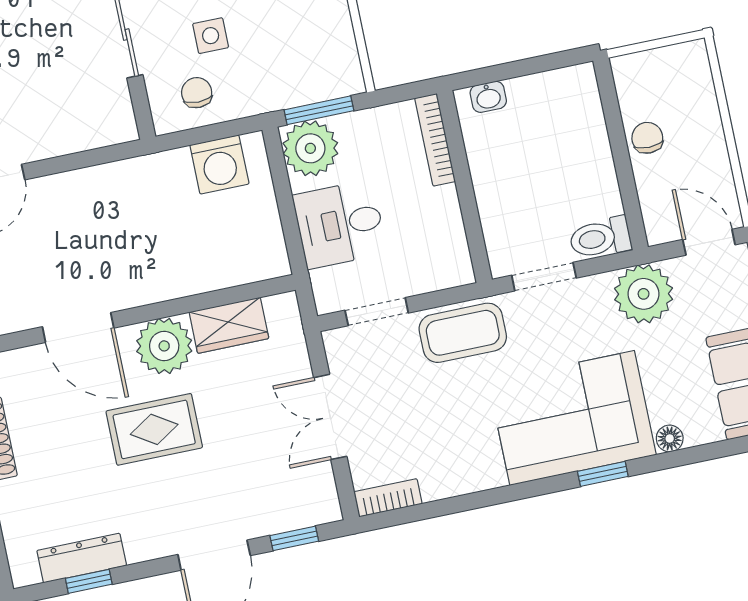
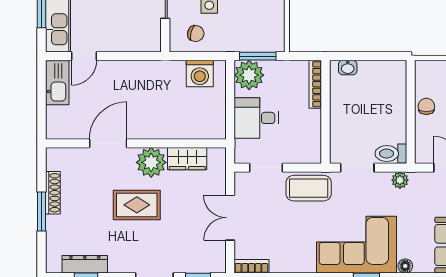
chair: (197, 93) -> (196, 34), turned 104
plant: (644, 294) -> (400, 180), width x0.53, depth x0.53
door: (78, 327) -> (108, 143), swing flipped

